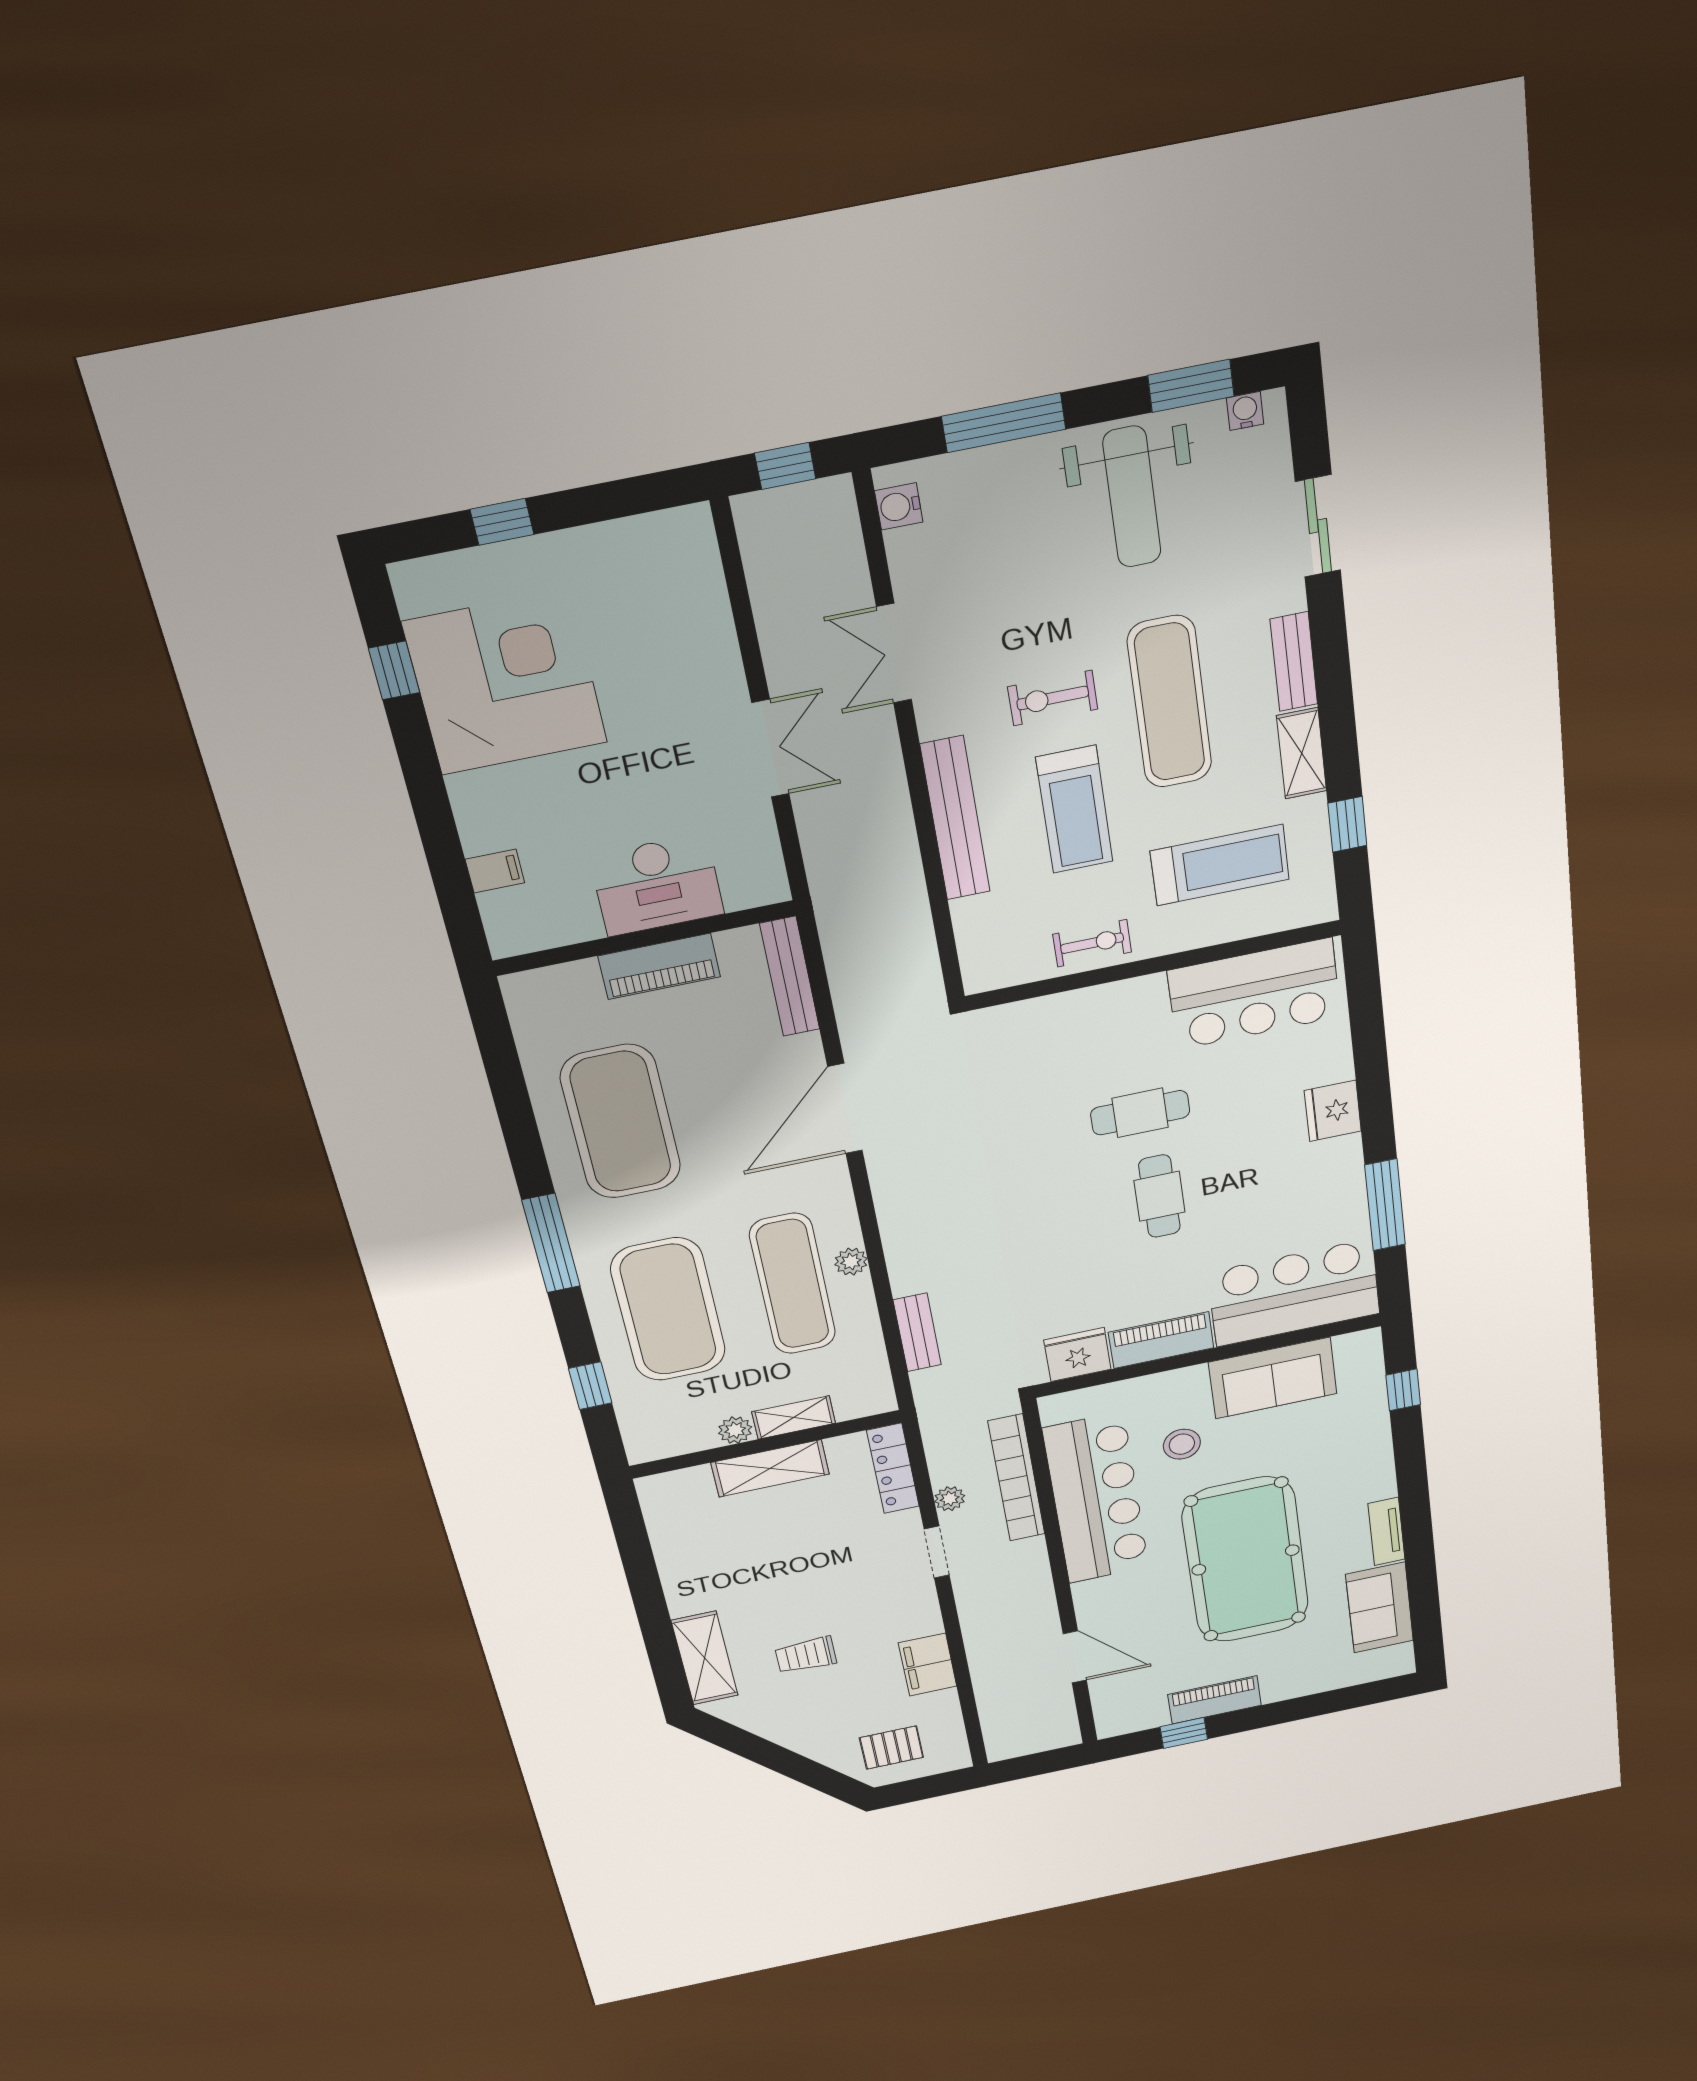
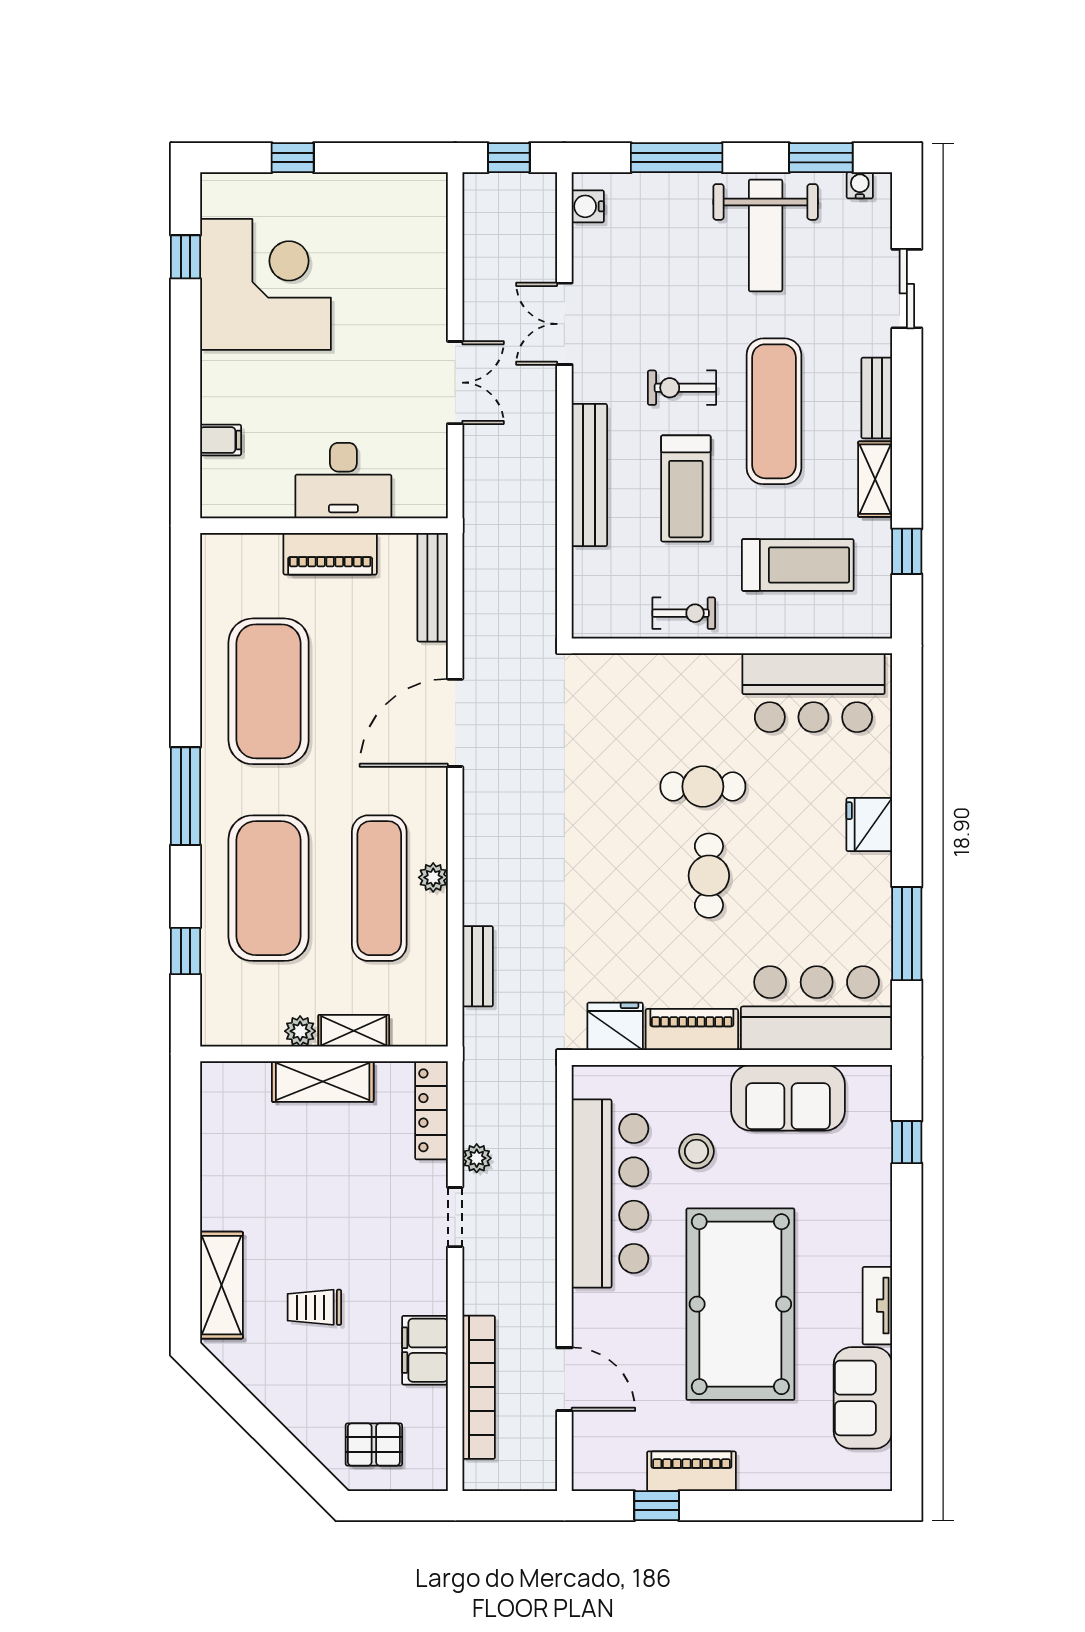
bookcase: (1017, 1478) -> (479, 1387), moved, turned 180

